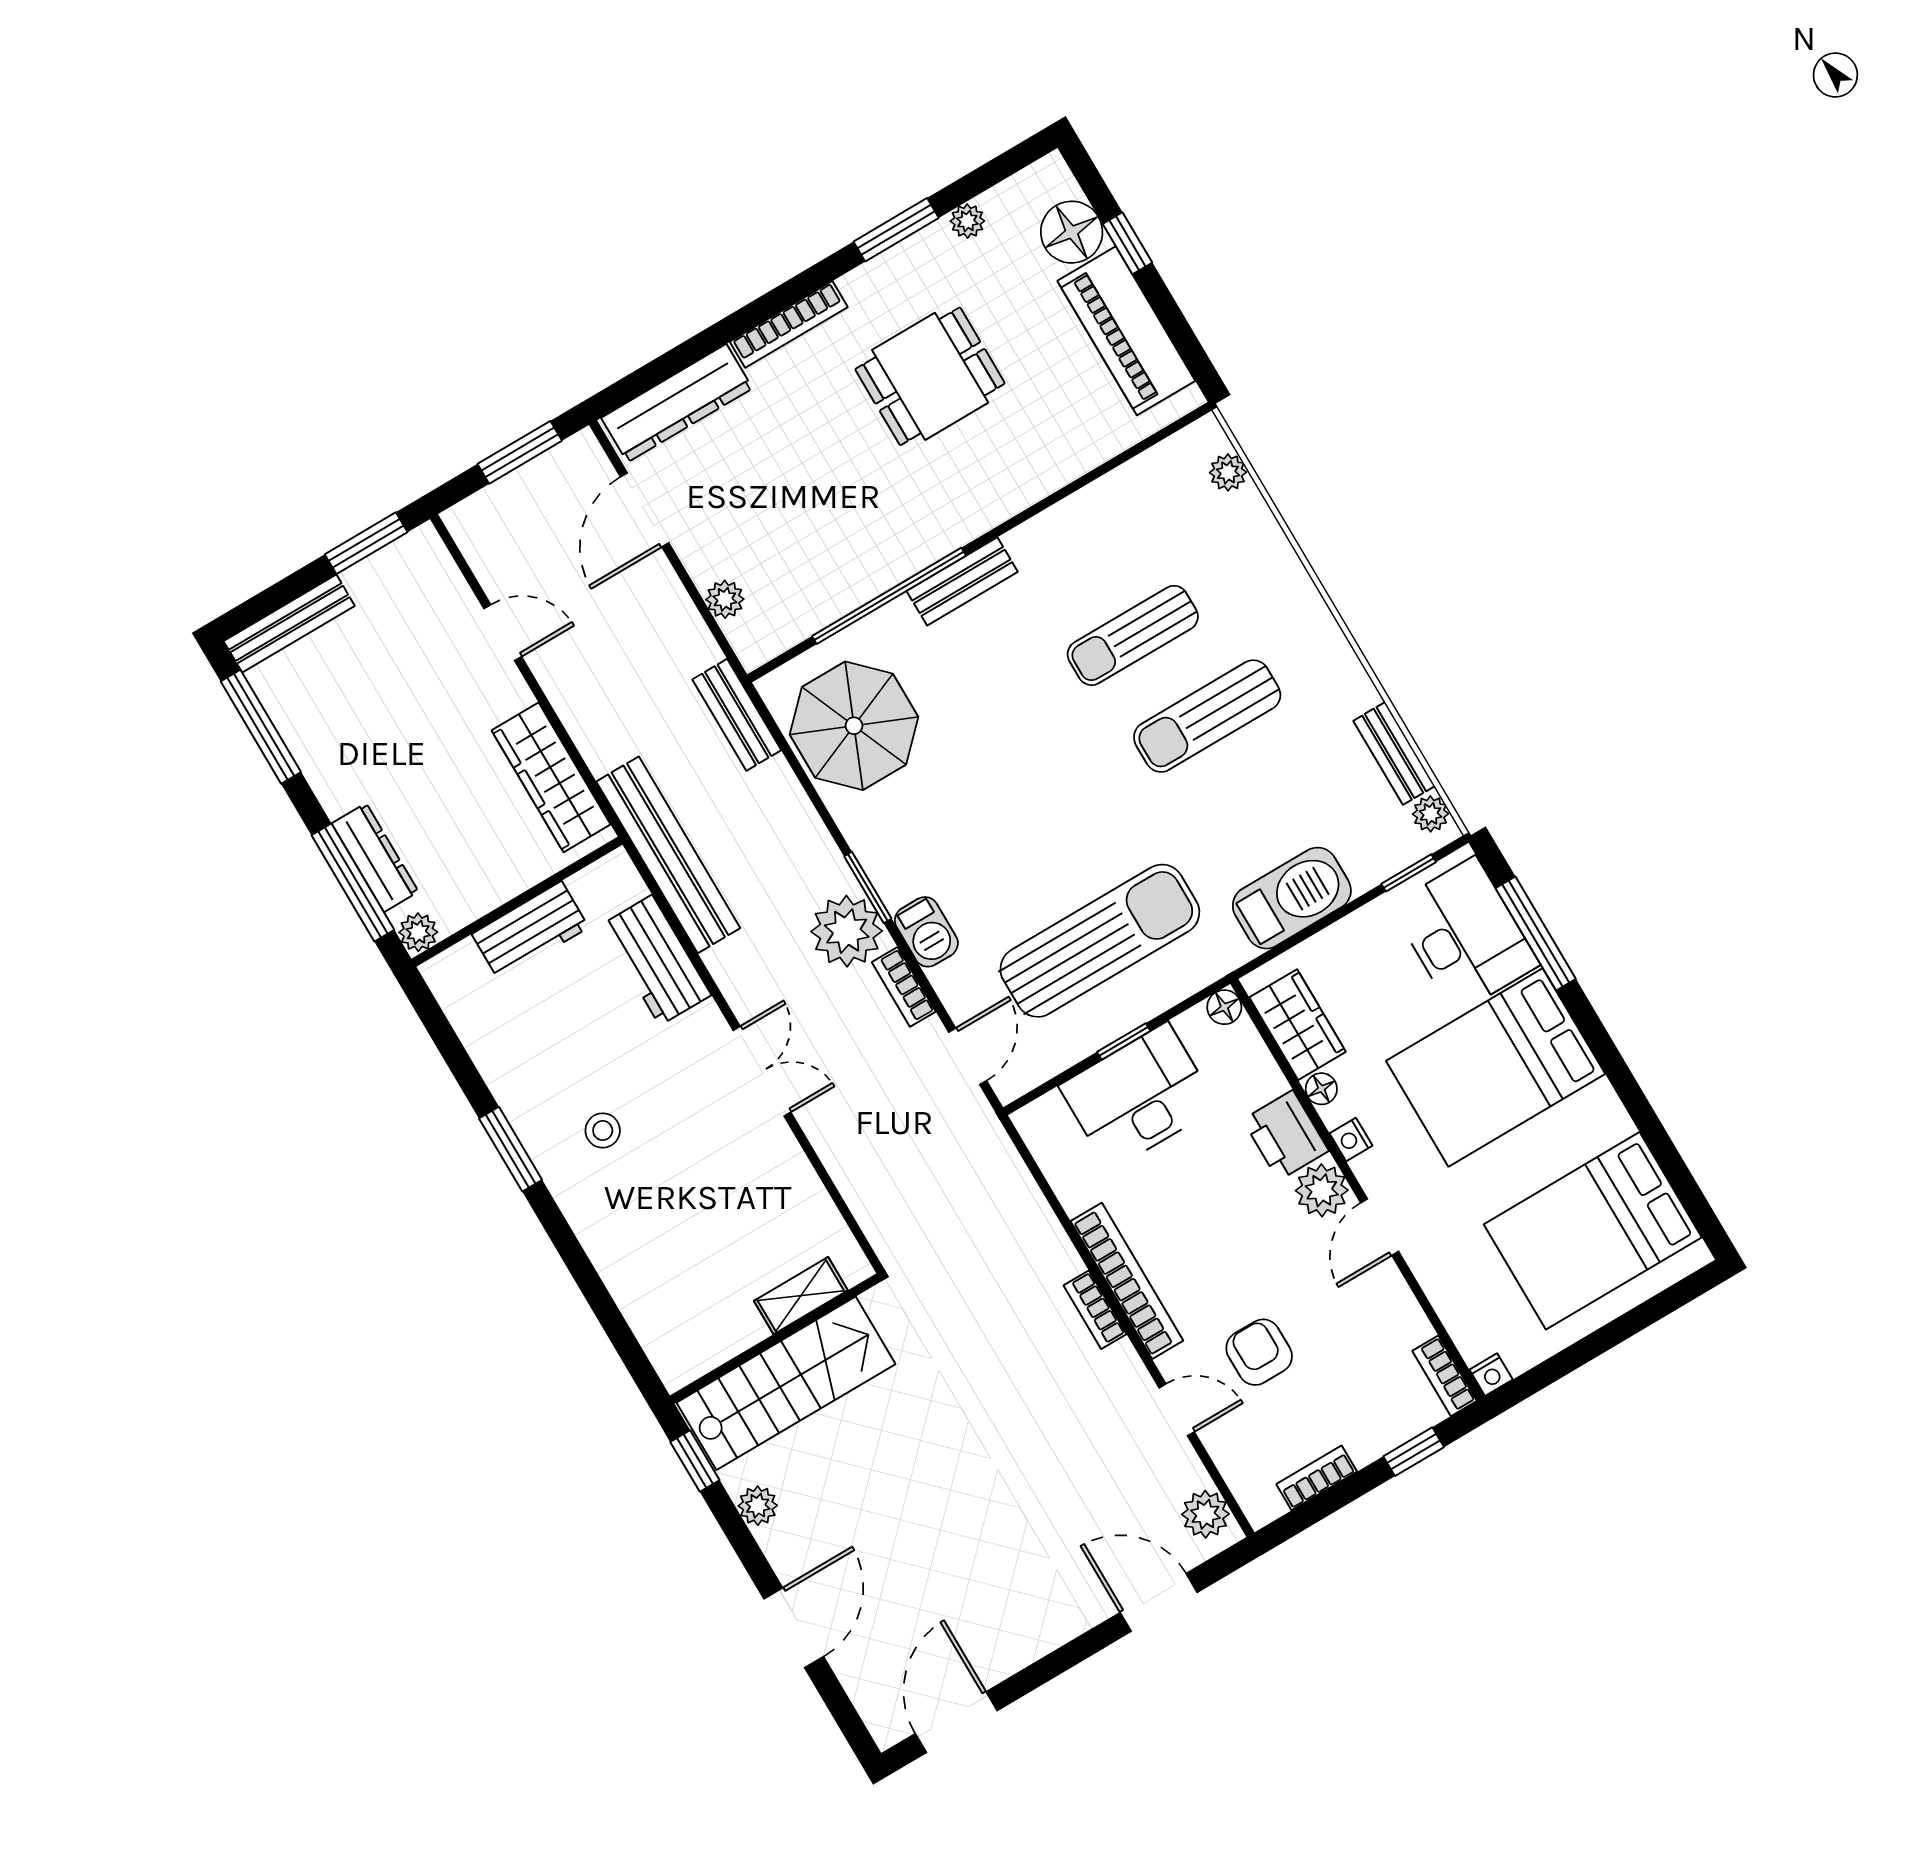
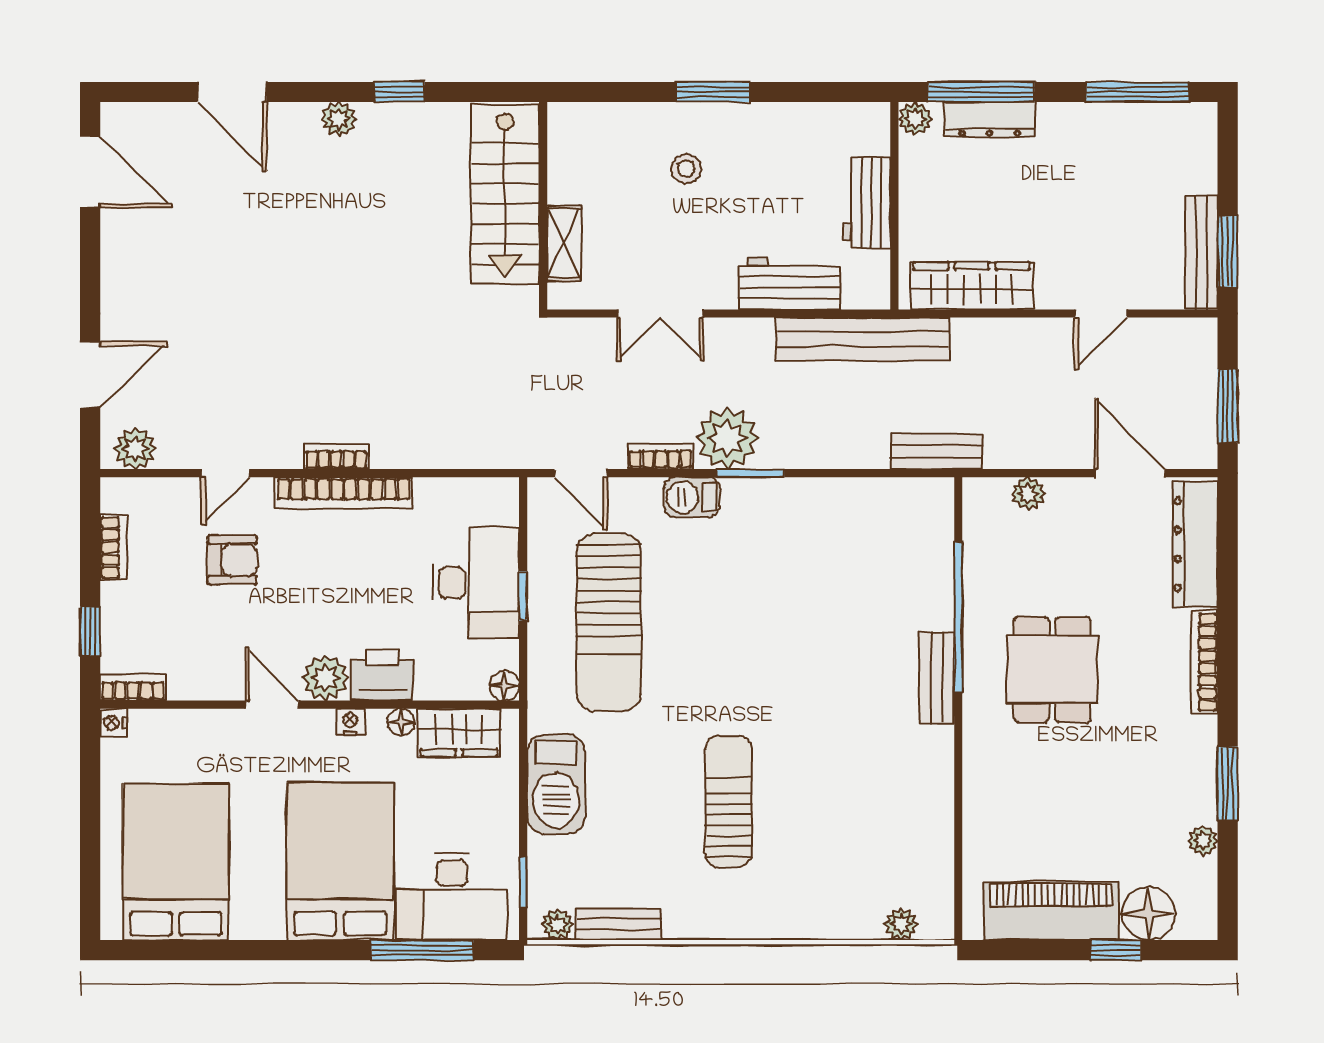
dining table: (930, 376) -> (1052, 670), moved
bench: (289, 623) -> (1202, 253), moved
sun lounger: (1133, 635) -> (821, 781), removed
parasol: (854, 726) -> (877, 534), removed
shelving: (801, 1296) -> (564, 244), moved
wall: (775, 1339) -> (543, 206), moved
stairs: (786, 1383) -> (505, 194), moved

